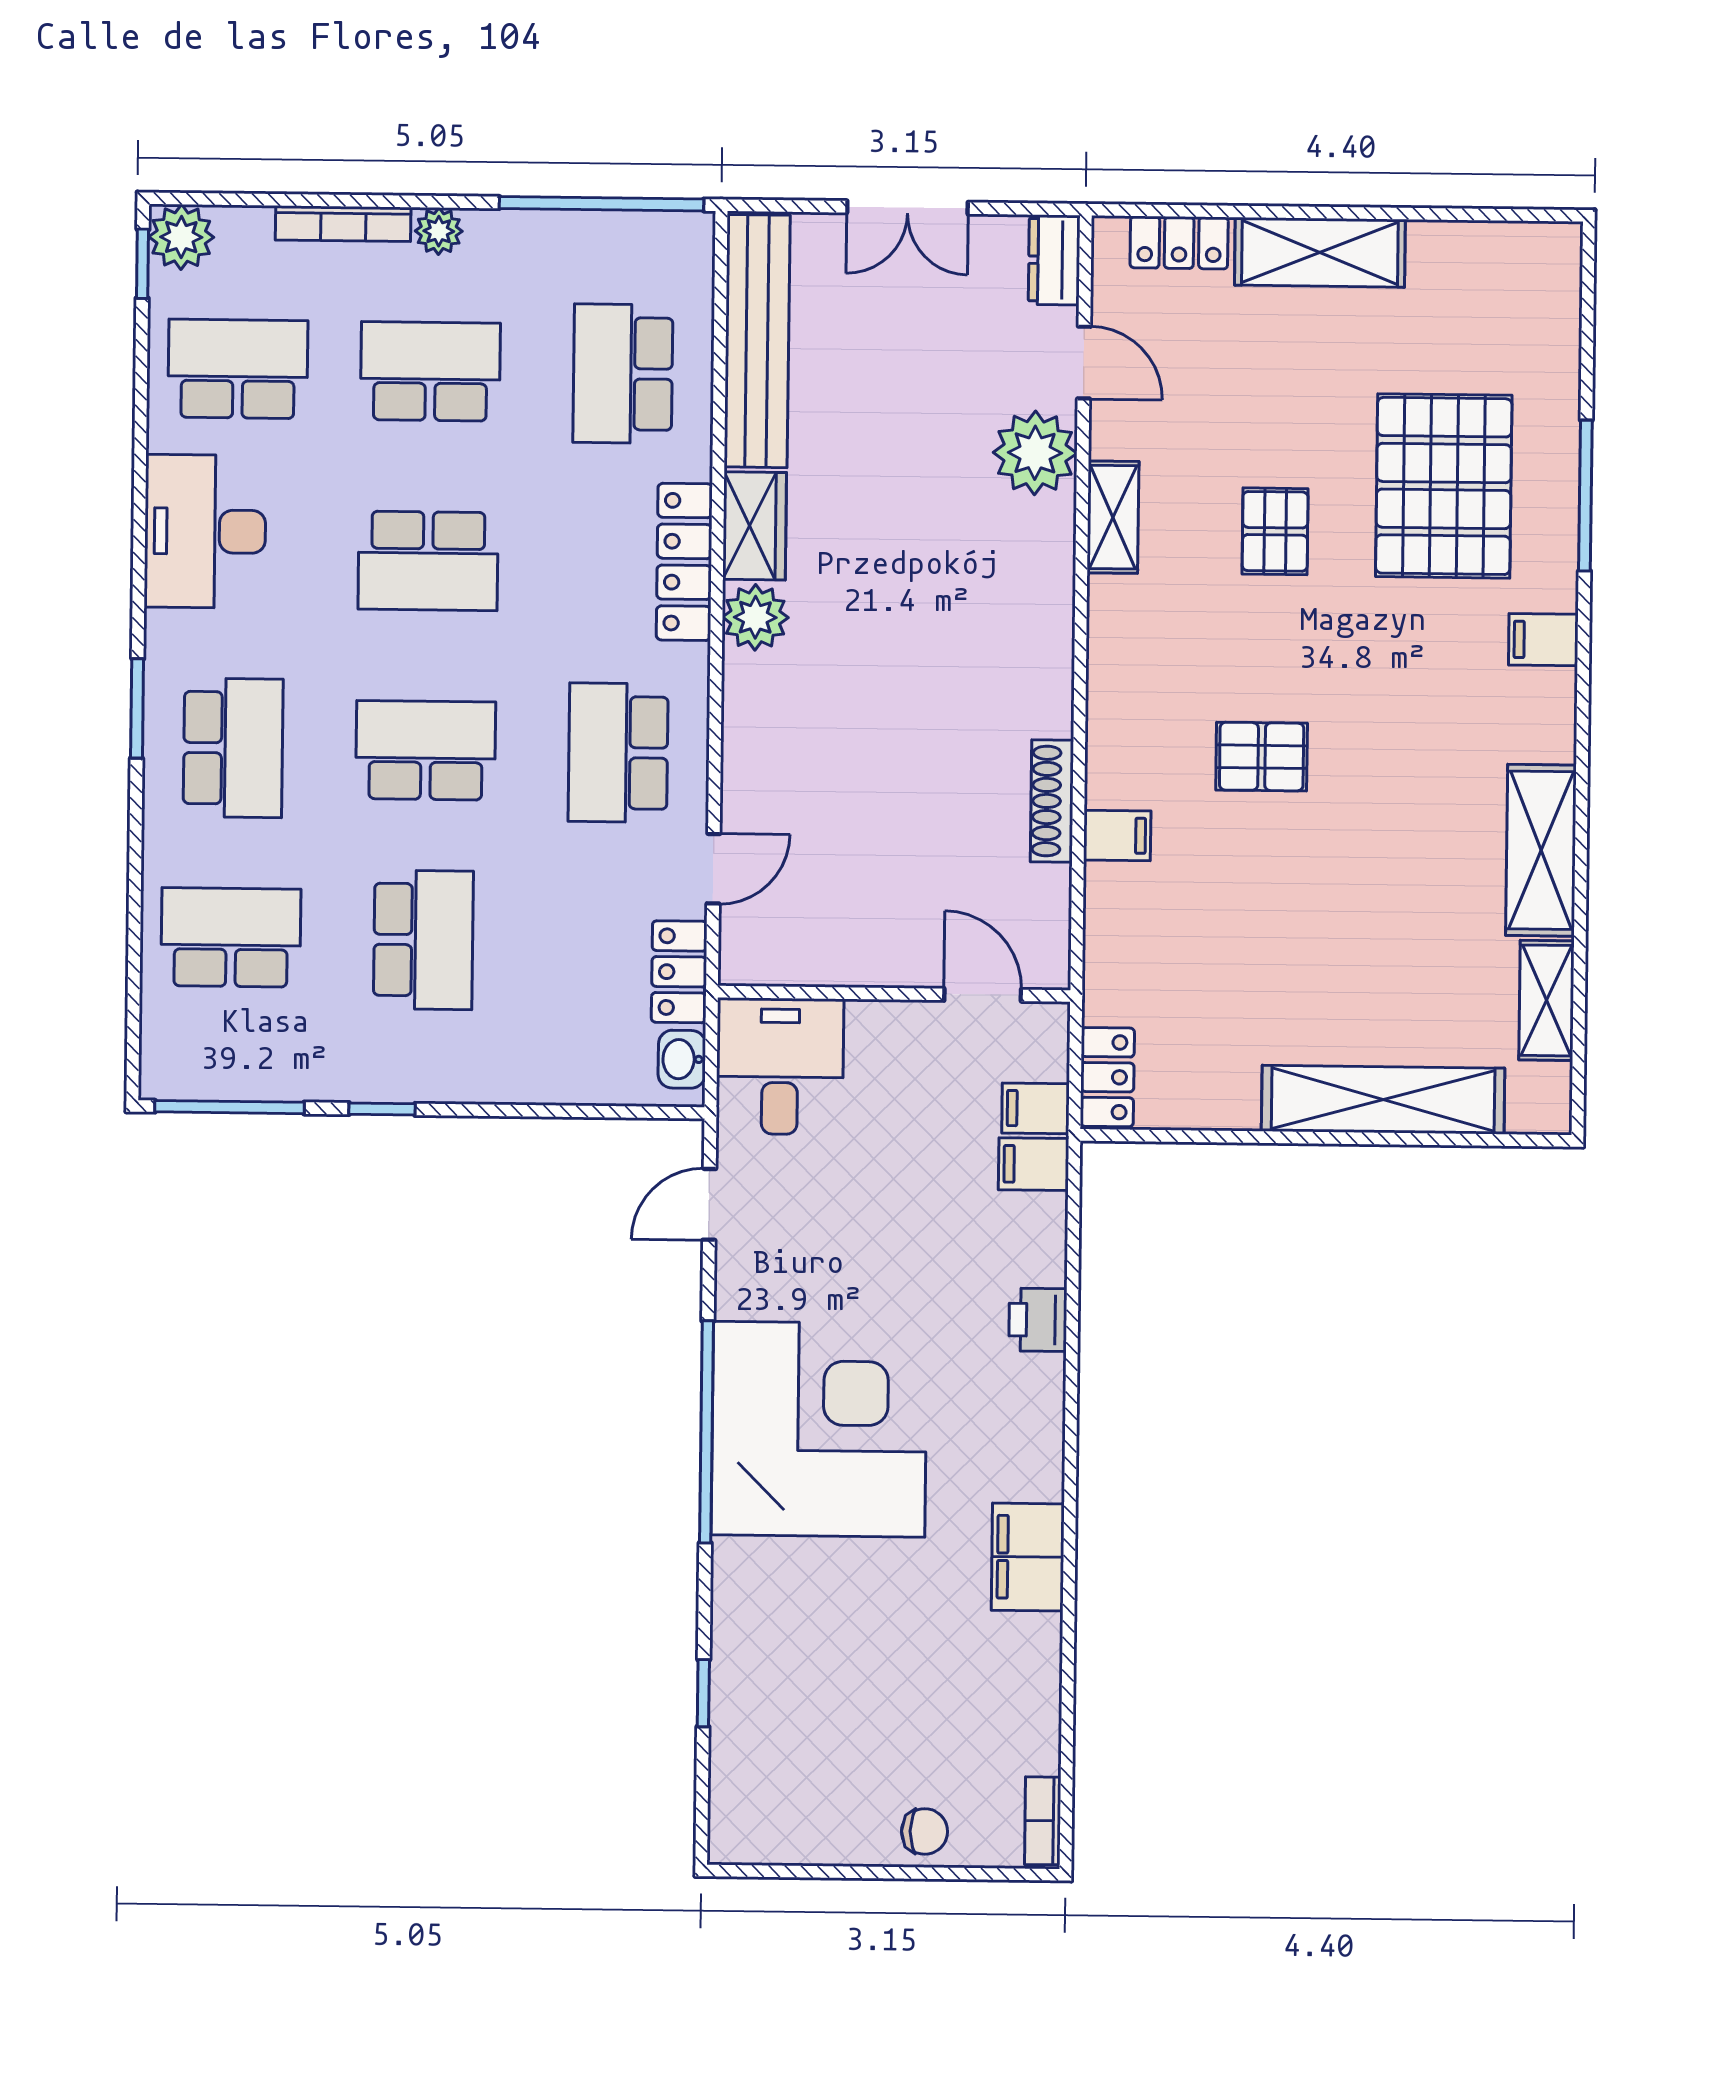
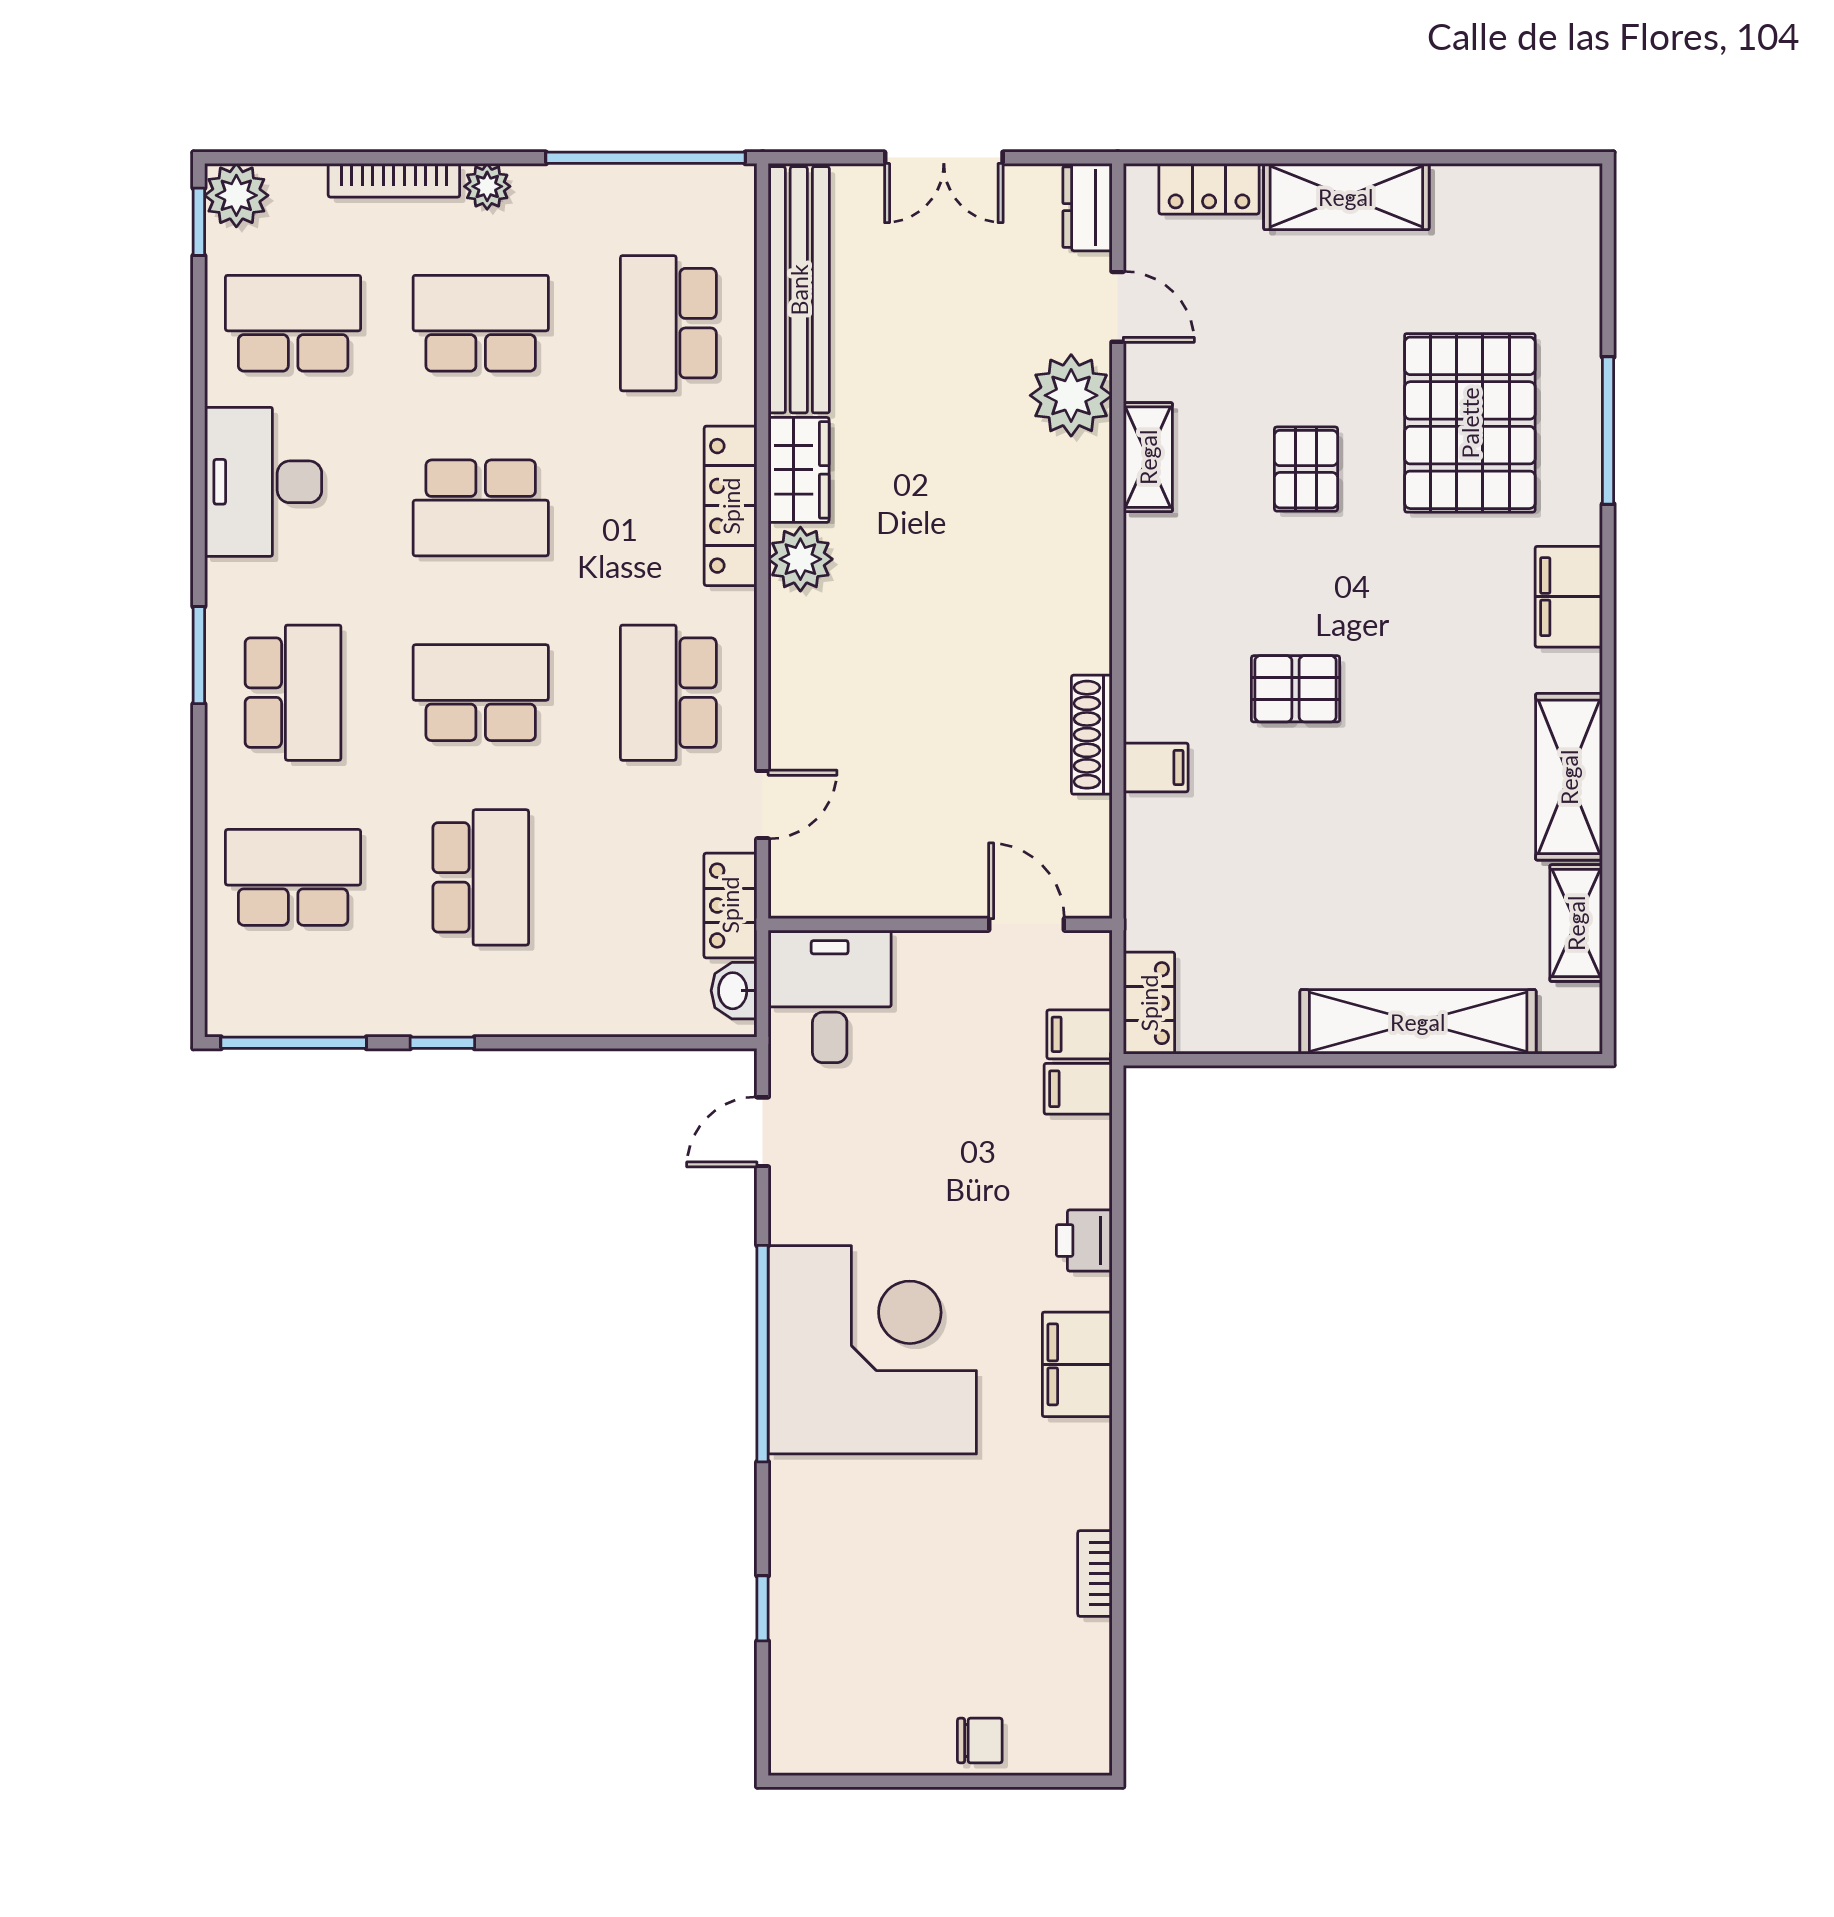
filing cabinet: (1543, 640) -> (1569, 597), width x2.00
filing cabinet: (1028, 1557) -> (1077, 1364), moved
bookcase: (1043, 1821) -> (1095, 1574), moved

